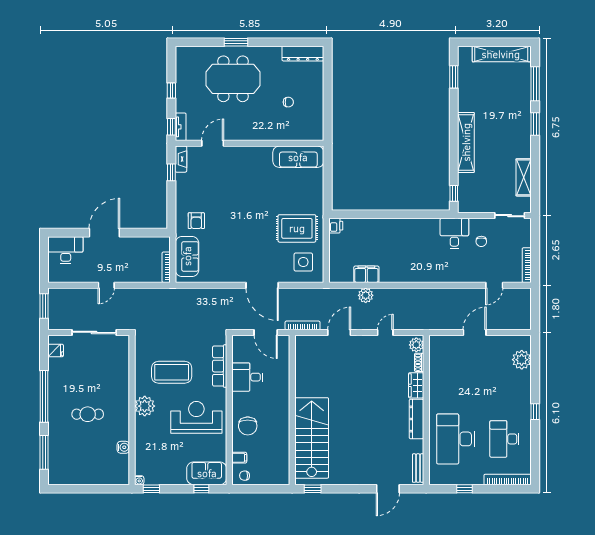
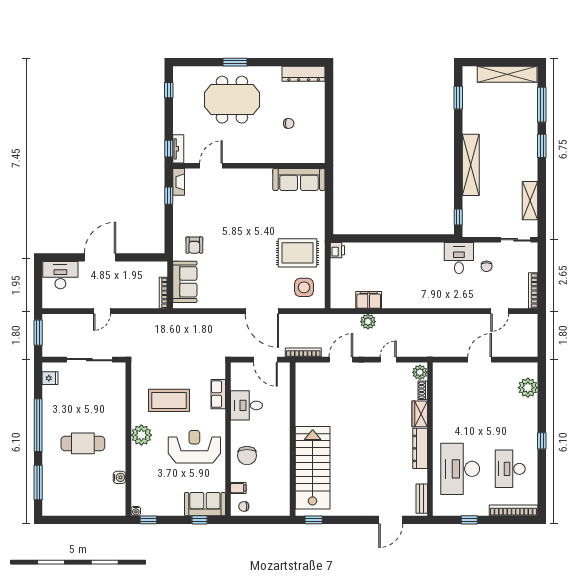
window: (171, 90) -> (169, 90), moved
row of seats: (220, 366) -> (218, 394), width x0.68
cafe table: (88, 414) -> (83, 443), width x1.37, depth x1.35

